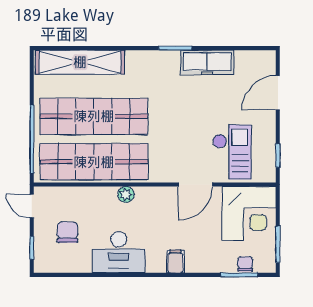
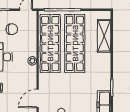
shelving: (80, 62) -> (104, 36), width x0.68
door: (195, 185) -> (38, 98), hinge flipped

